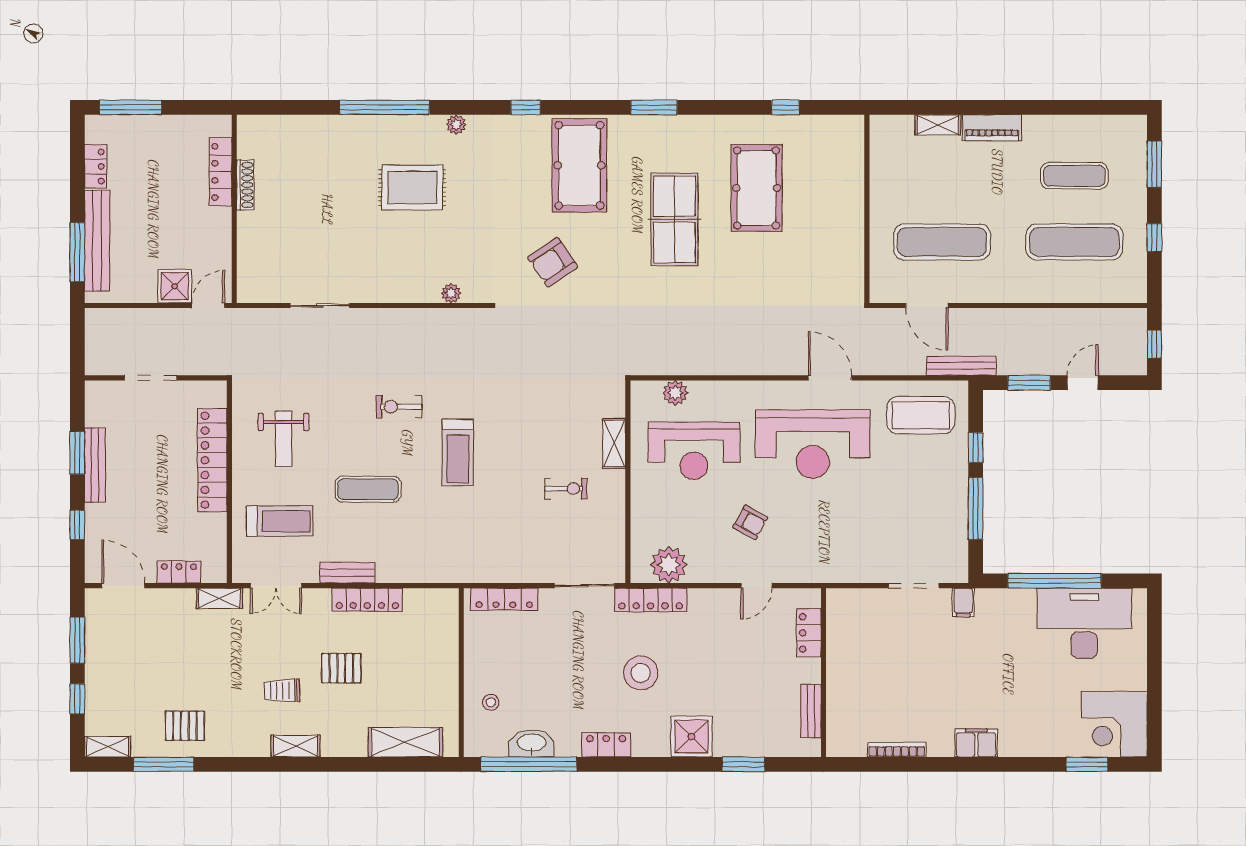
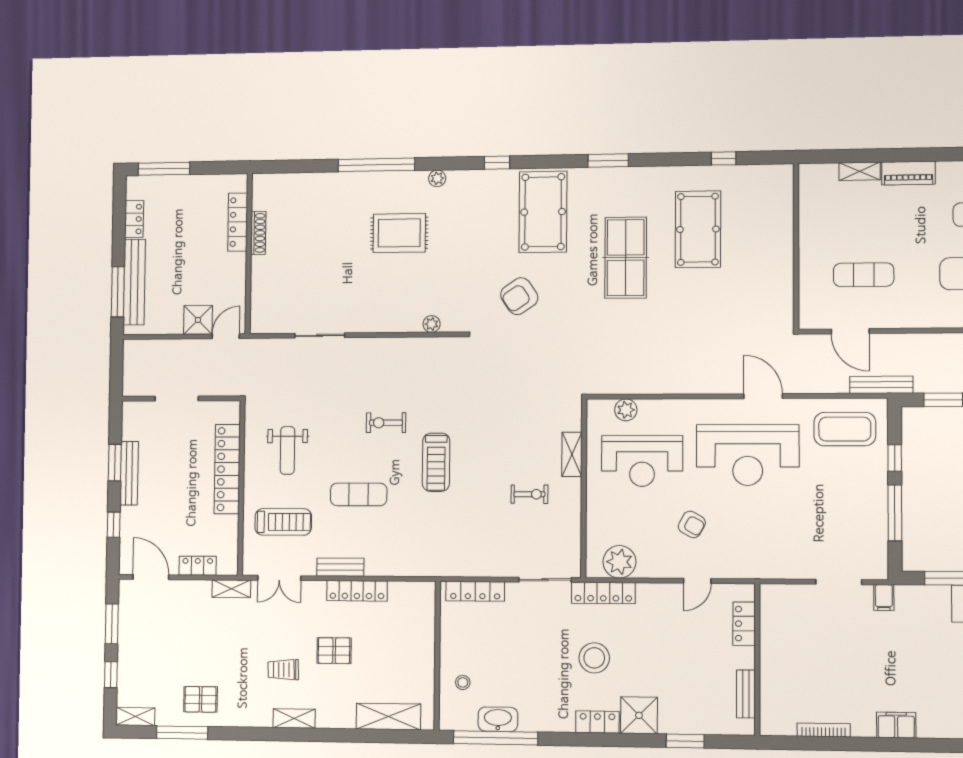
exercise mat: (942, 242) -> (864, 275), width x0.73, depth x0.69
locker: (606, 745) -> (597, 722), moved

